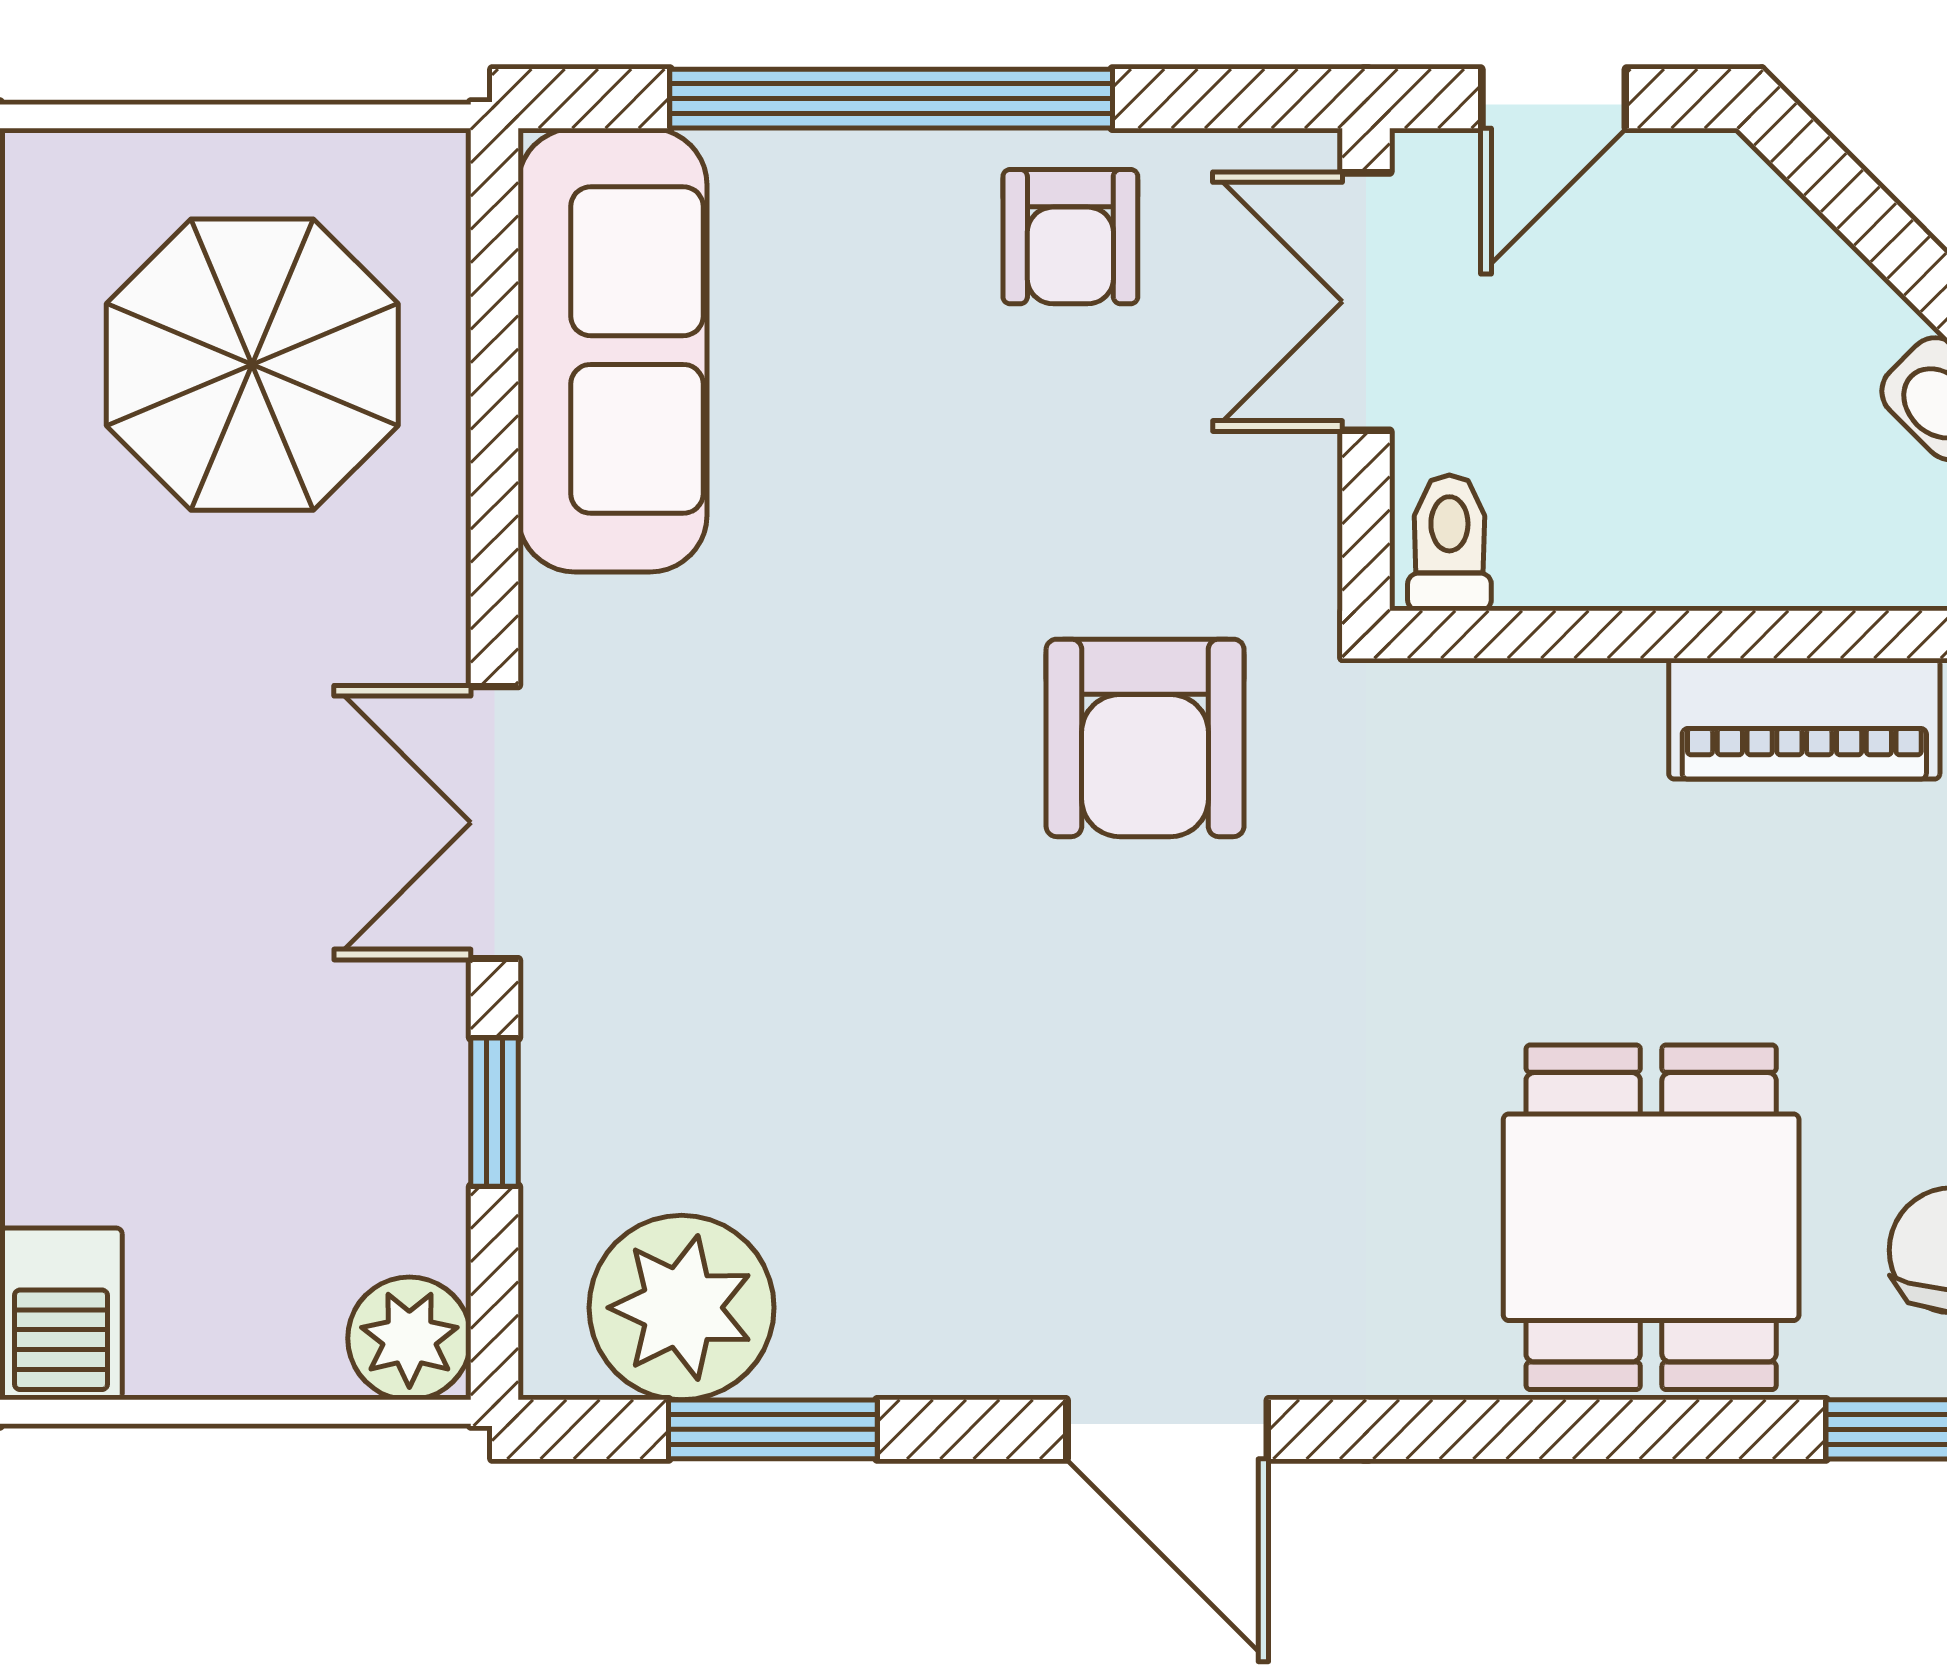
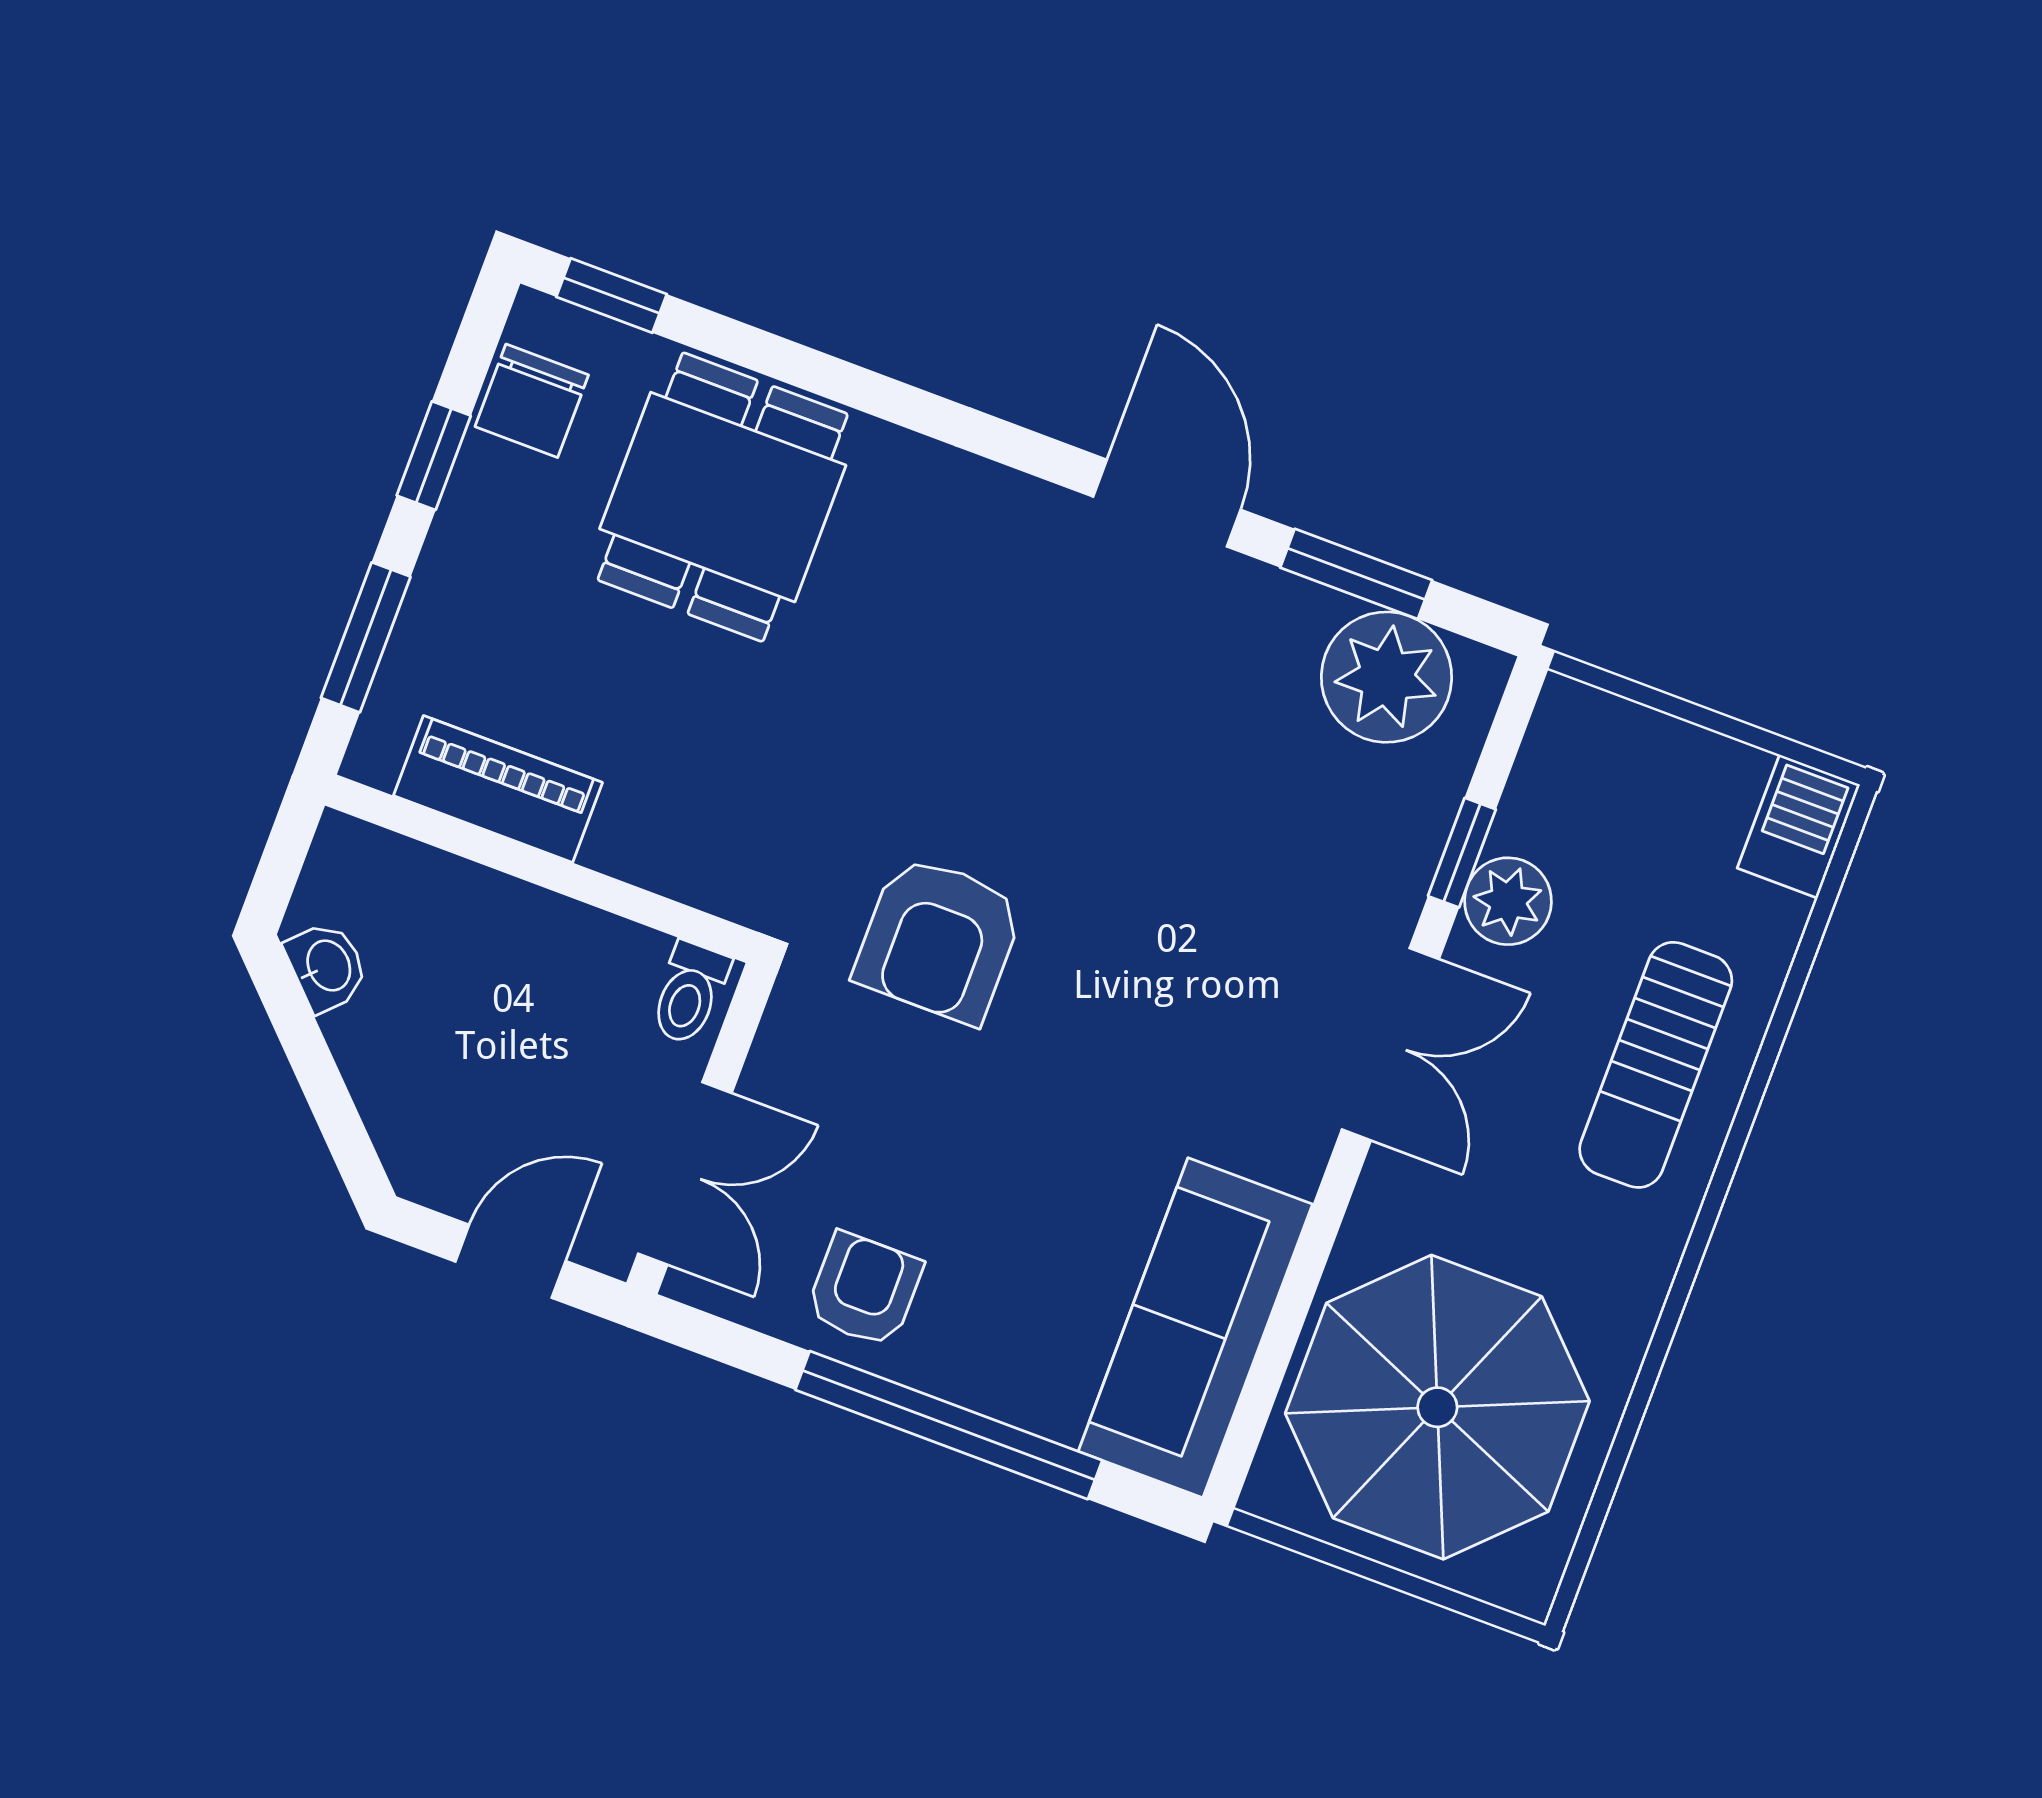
parasol: (252, 365) -> (1437, 1407), width x1.36, depth x1.36
armchair: (1145, 738) -> (939, 939), turned 180
sun lounger: (132, 927) -> (1656, 1065), added
plant: (409, 1338) -> (1508, 901), moved
door: (1167, 1429) -> (1167, 503), moved

